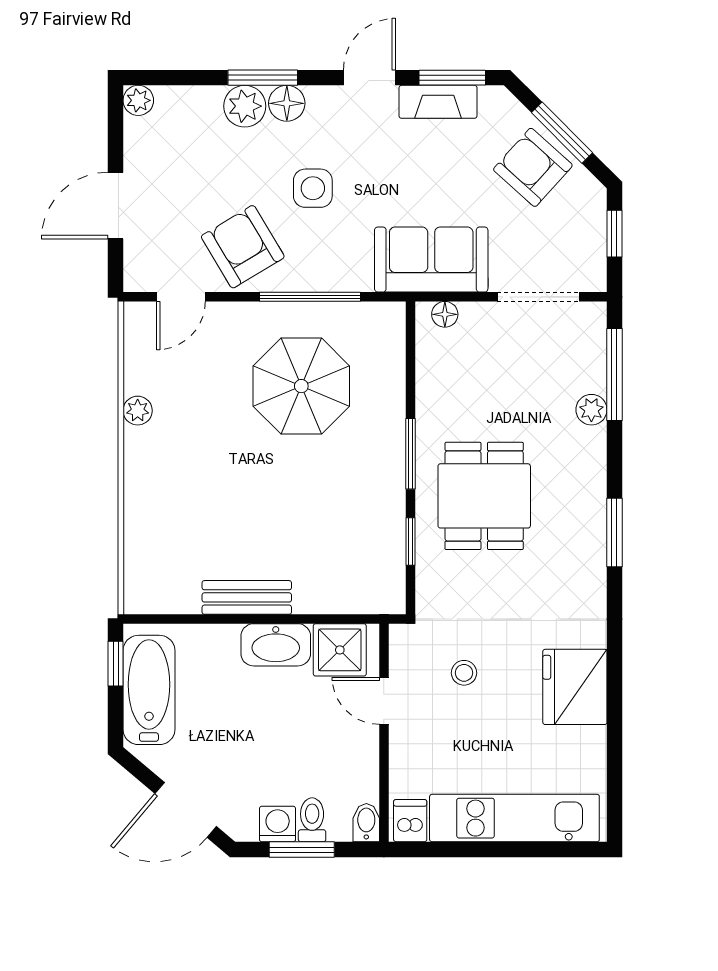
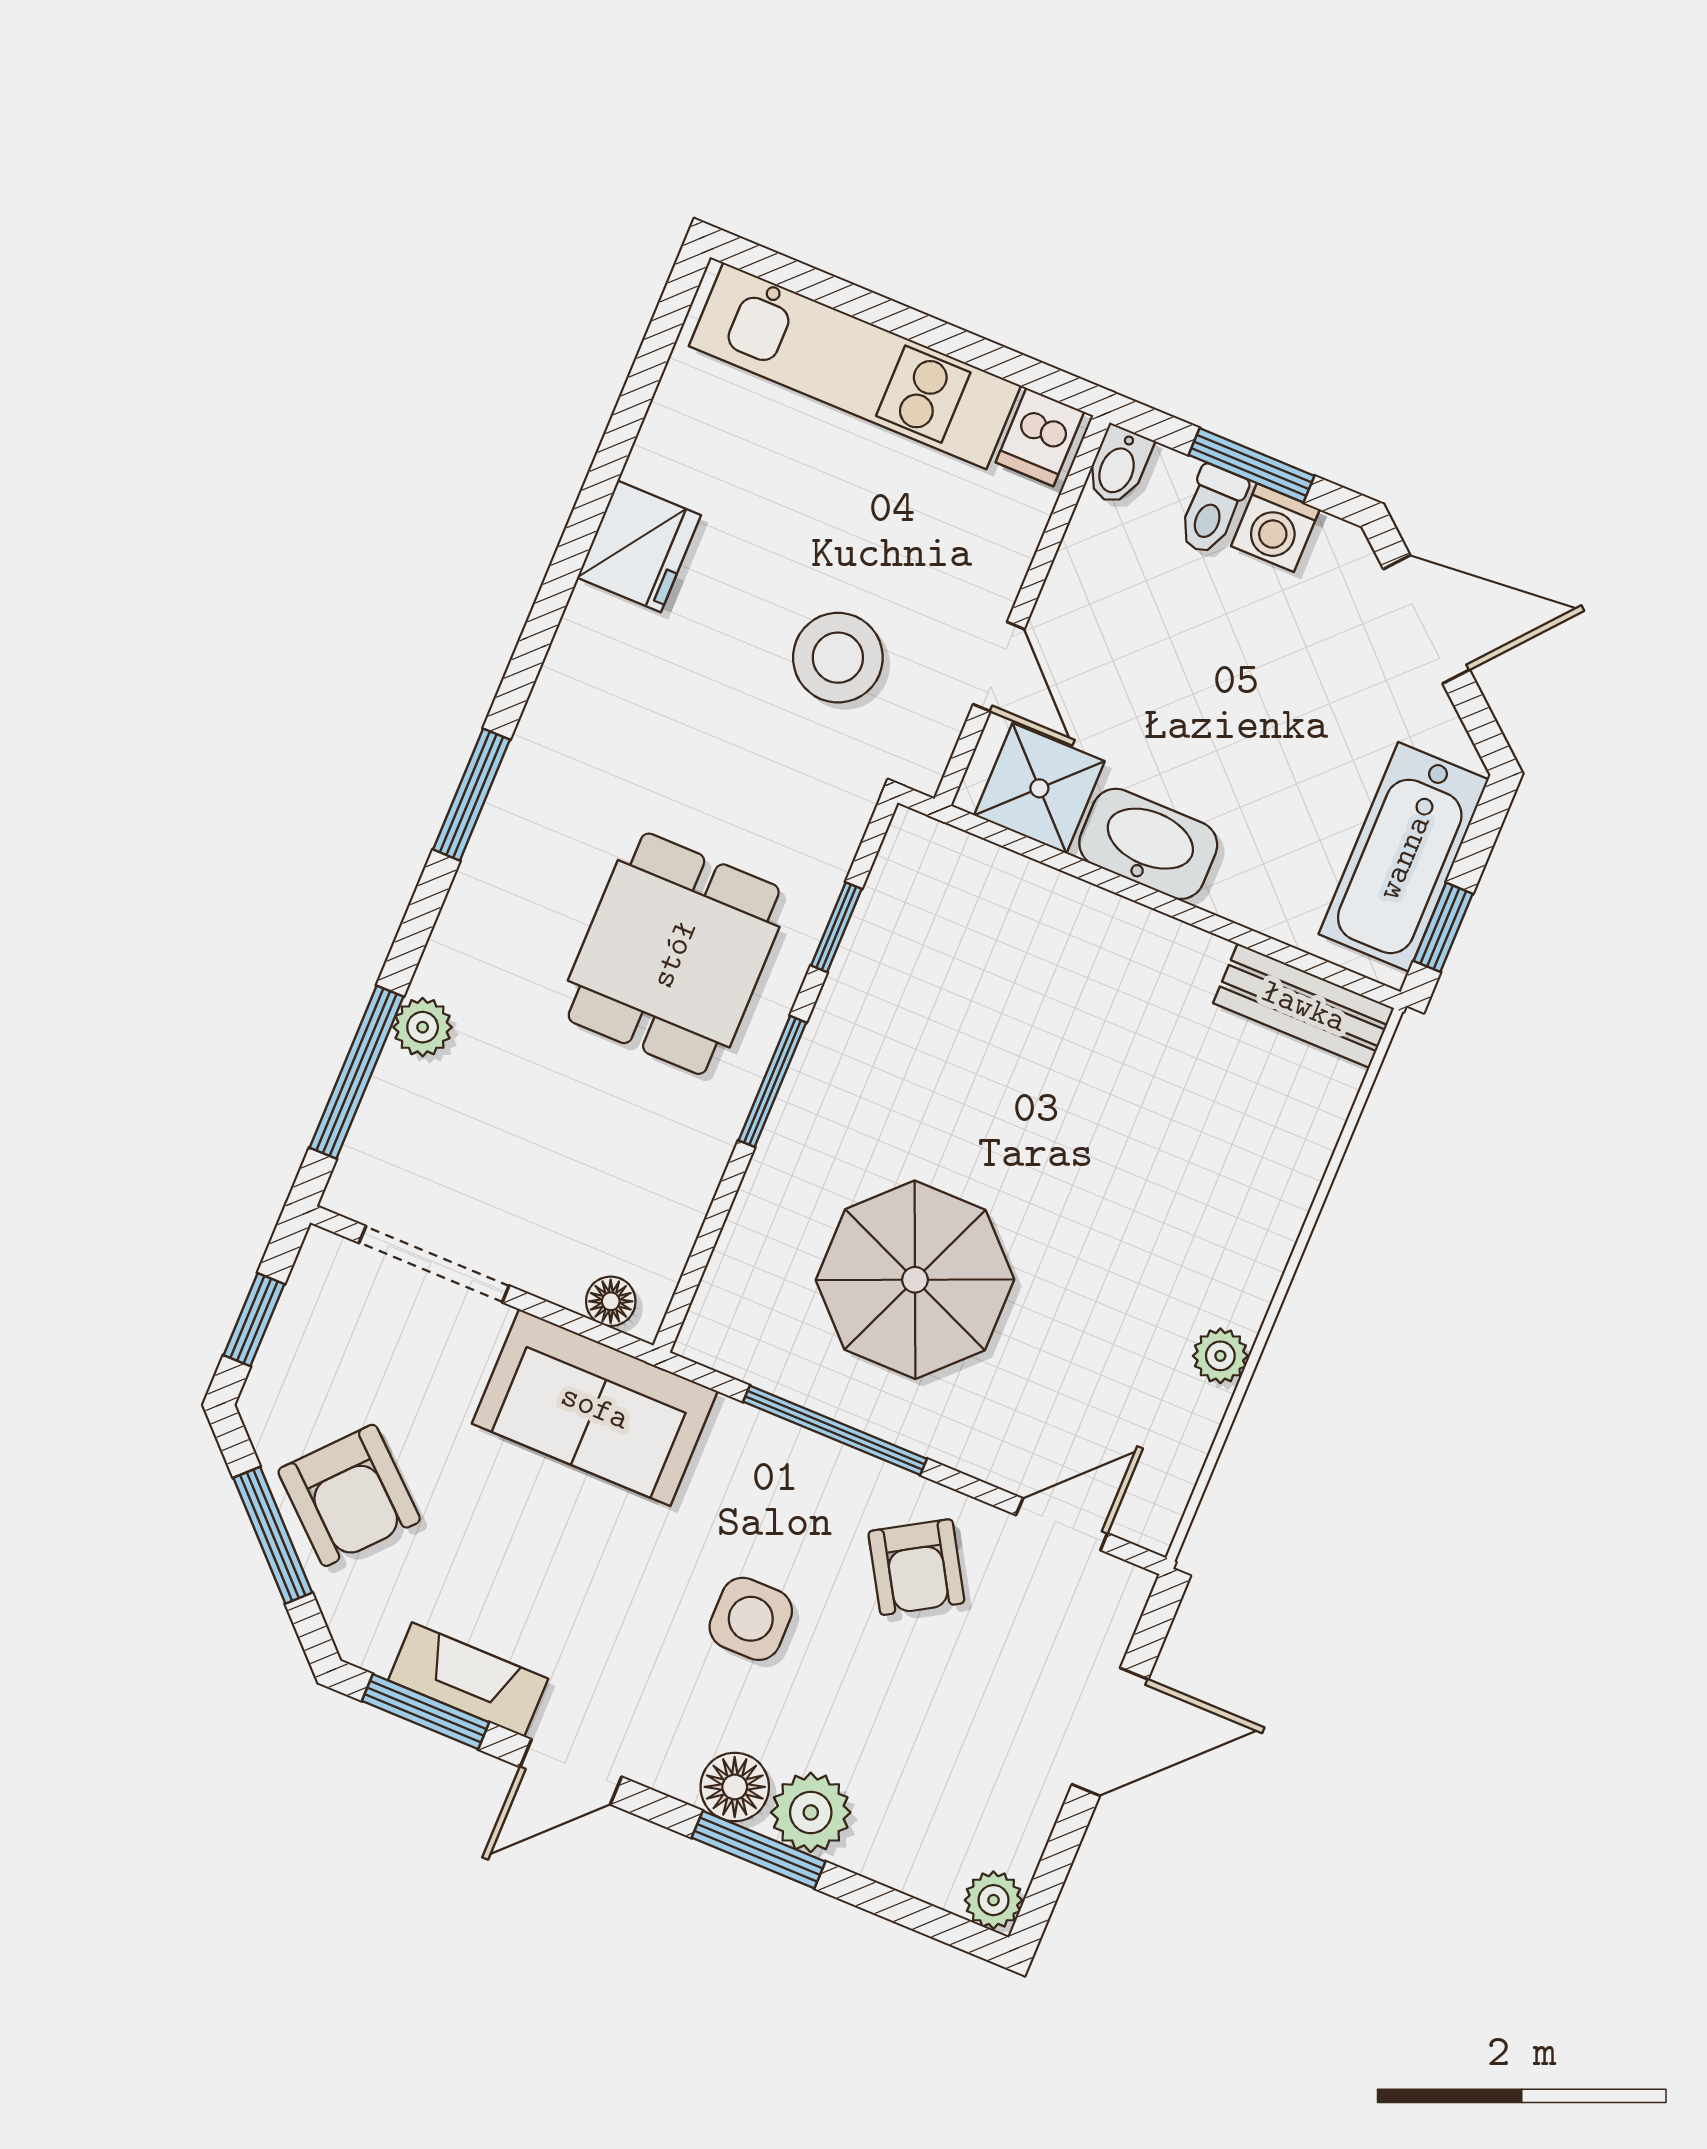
armchair: (243, 247) -> (916, 1567), width x0.72, depth x0.72
bench: (247, 597) -> (1304, 1006), moved
stool: (464, 673) -> (838, 658), width x1.89, depth x1.89
fridge: (575, 687) -> (639, 546), width x0.73, depth x0.75

